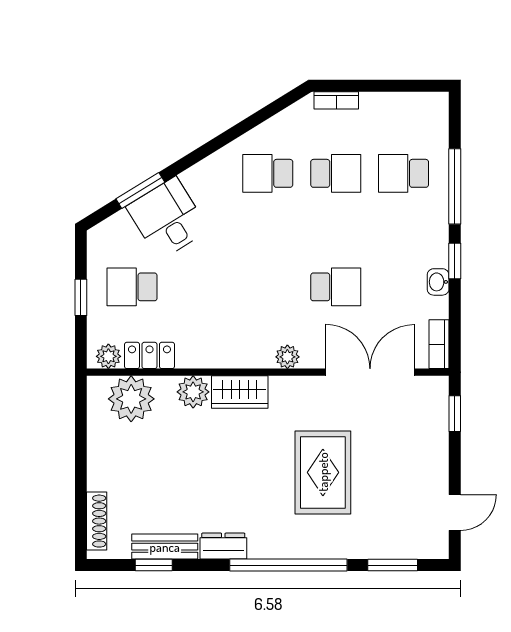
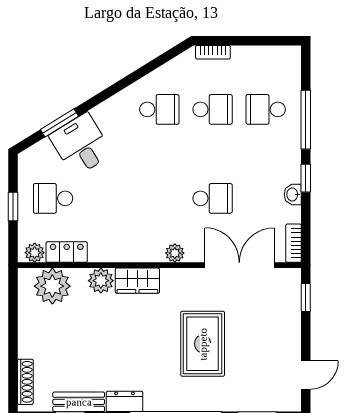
school desk: (268, 173) -> (159, 109), turned 180

